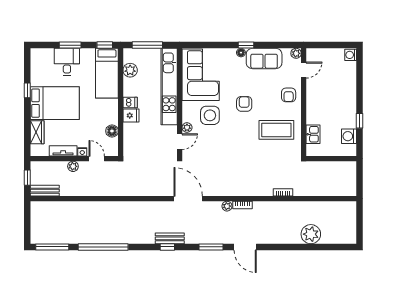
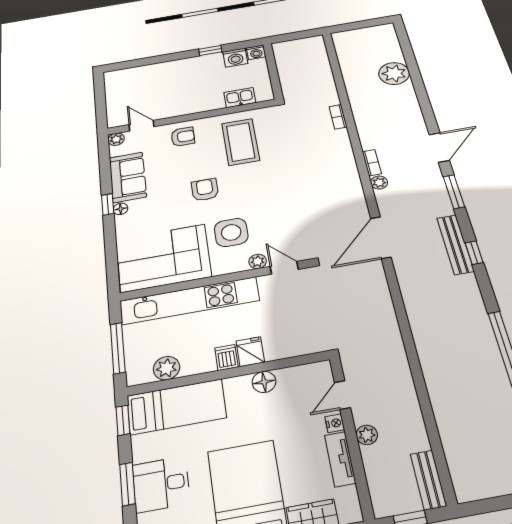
washing machine: (351, 55) -> (256, 52), moved
armchair: (244, 104) -> (205, 190), turned 90
floor lamp: (112, 131) -> (264, 382), moved
bench: (170, 238) -> (455, 244), width x1.36

